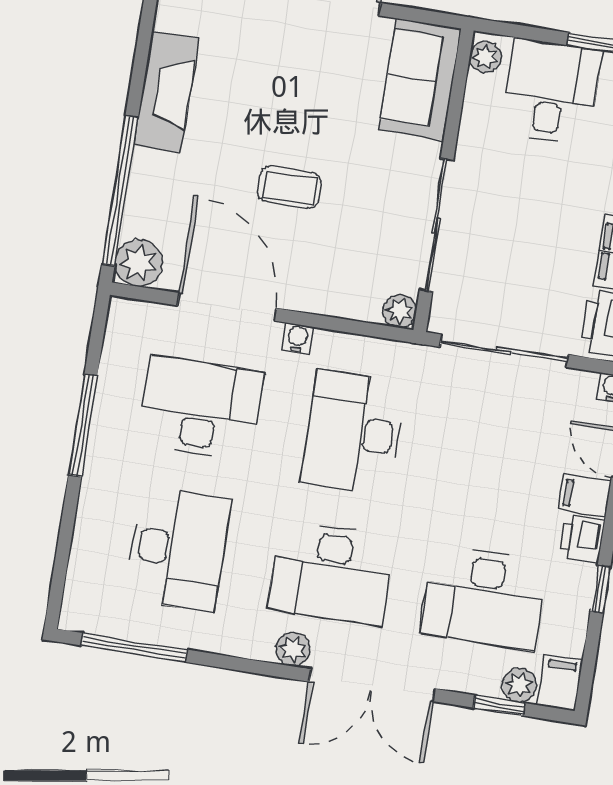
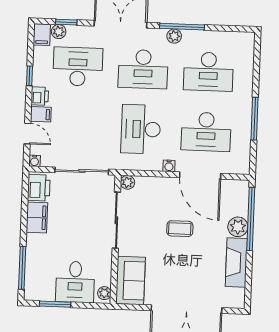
plant: (139, 263) -> (238, 227), moved
desk: (353, 433) -> (141, 129), turned 180
desk: (178, 549) -> (208, 72), turned -90
desk: (331, 573) -> (143, 69), turned 180
window: (134, 648) -> (182, 27), moved
plant: (293, 649) -> (174, 36), moved

